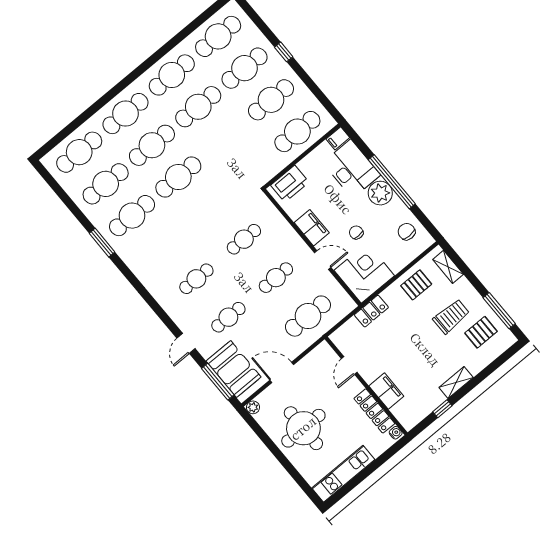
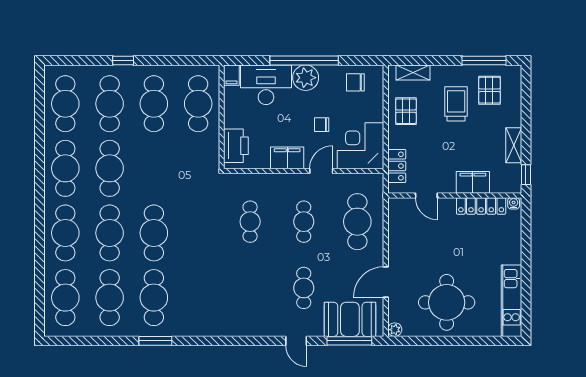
cafe table: (196, 279) -> (250, 288), removed
door: (349, 365) -> (426, 195), moved
wall: (366, 386) -> (455, 195), moved
filing cabinet: (386, 391) -> (473, 182), moved
locker: (374, 411) -> (481, 206), moved
water cooler: (396, 433) -> (514, 203), moved

